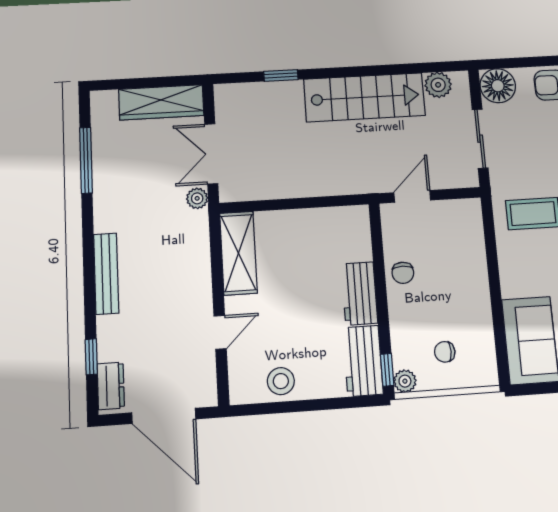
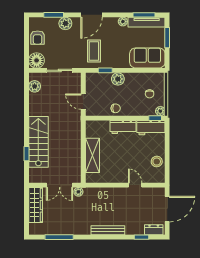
stairs: (364, 97) -> (38, 142), moved
window: (490, 243) -> (105, 70), added
shelving: (238, 253) -> (92, 155), moved, turned 90
plant: (473, 274) -> (118, 79), added

